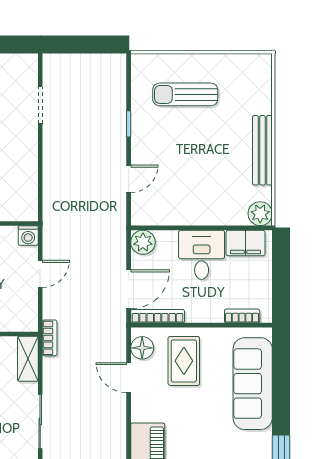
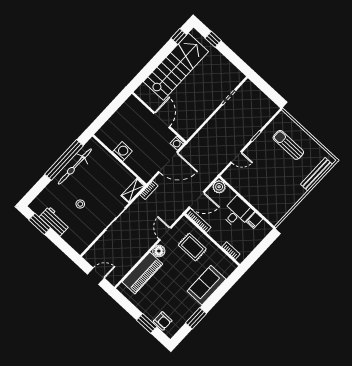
bench: (262, 150) -> (316, 174), moved
plant: (260, 214) -> (274, 218), removed
filing cabinet: (246, 243) -> (255, 220), width x0.50
door: (40, 274) -> (168, 162), width x1.87
floor lamp: (142, 348) -> (159, 251), moved
rug: (184, 361) -> (192, 247), turned 90
sofa: (253, 384) -> (206, 285), width x0.73

